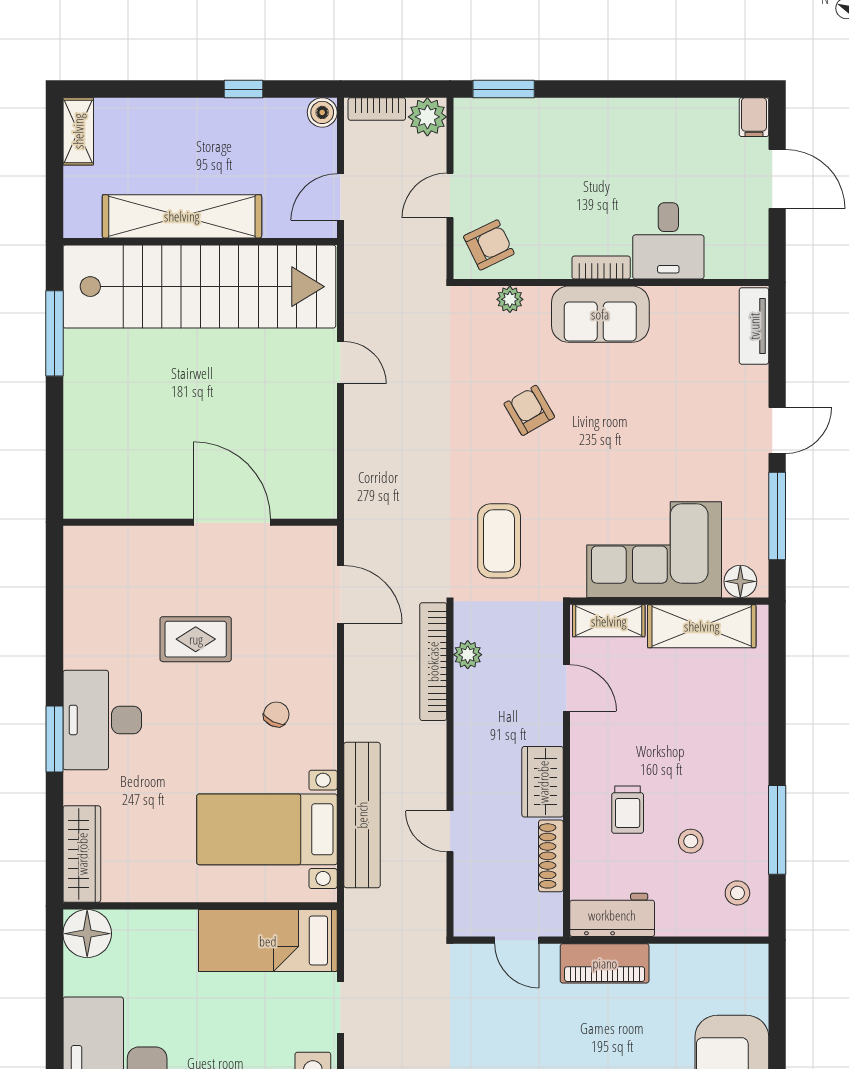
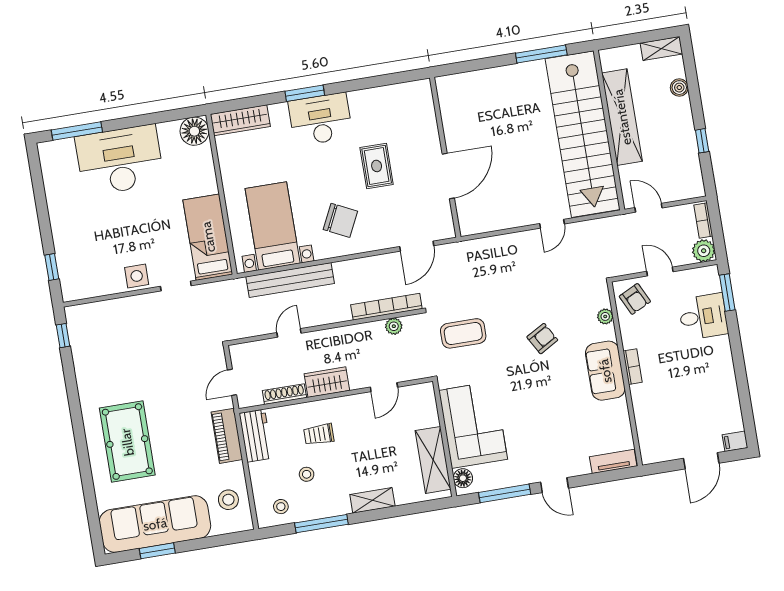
boiler: (322, 112) -> (679, 88), moved
desk: (668, 241) -> (703, 317), moved, turned 180
shelving: (609, 621) -> (372, 500), moved, turned 90
chair: (276, 714) -> (340, 220), width x1.87, depth x1.87
stool: (712, 978) -> (228, 500), added

